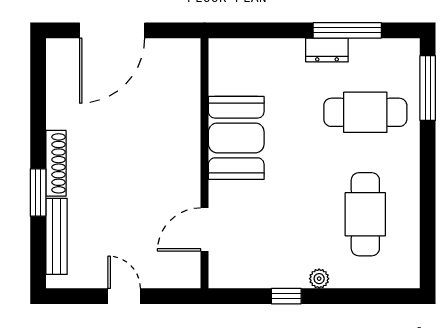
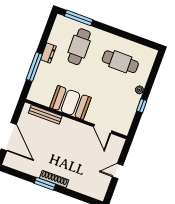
window: (347, 30) -> (34, 67), moved
window: (38, 192) -> (45, 184), moved
bench: (56, 236) -> (45, 114), moved

